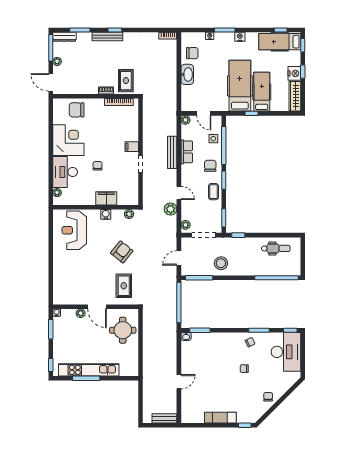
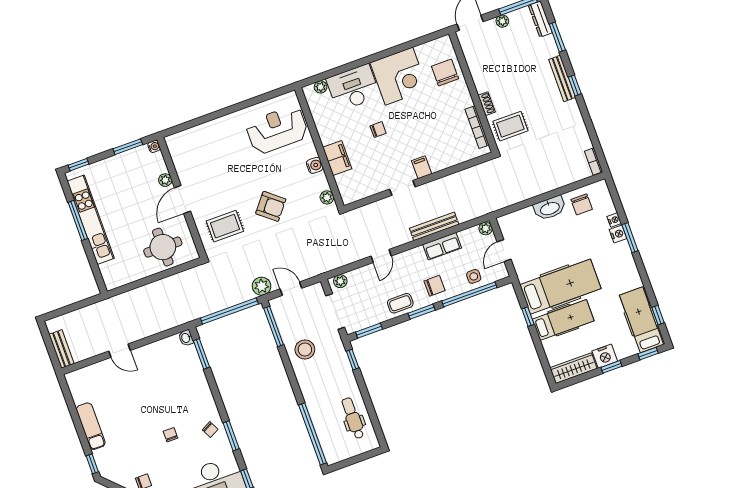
nightstand: (240, 37) -> (618, 234), moved
plant: (171, 209) -> (262, 286), moved
dental chair: (276, 248) -> (353, 418), turned 180

